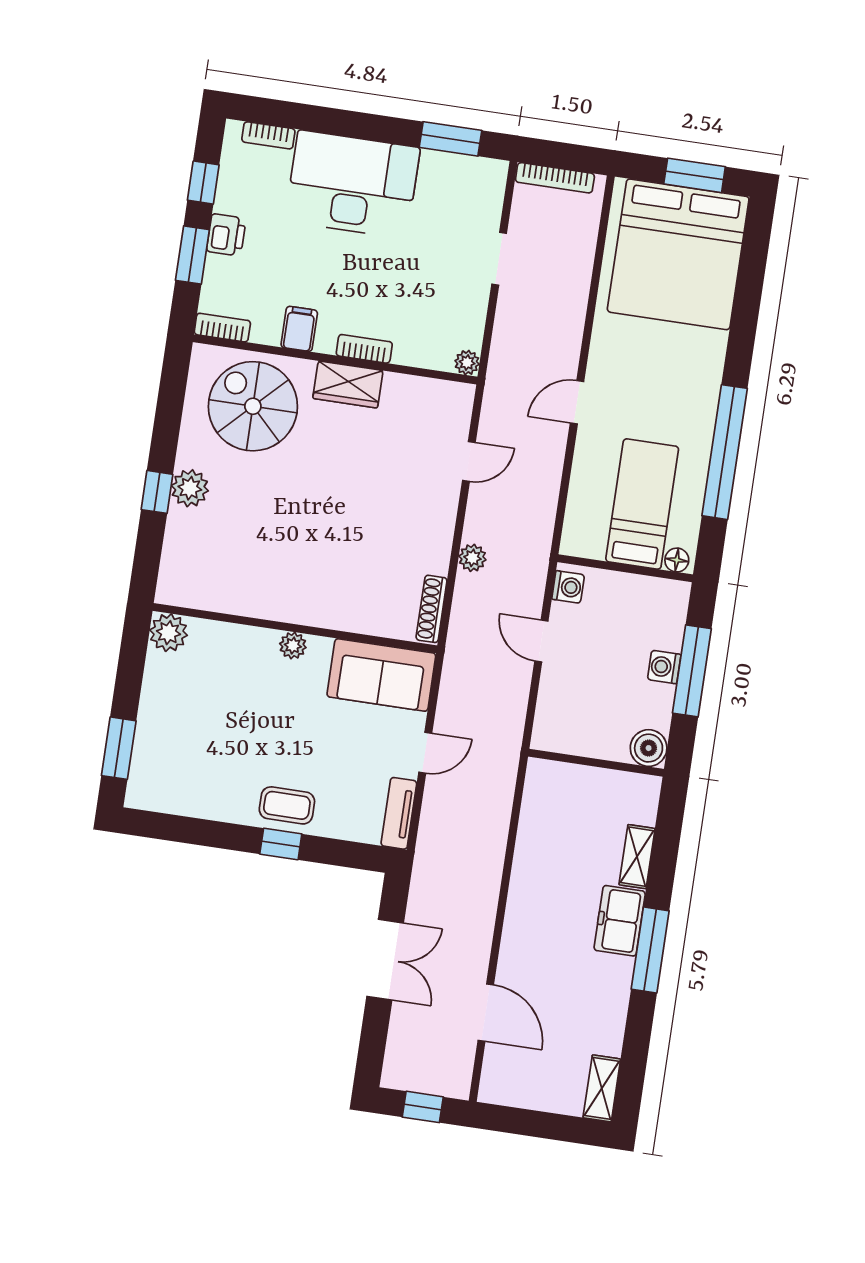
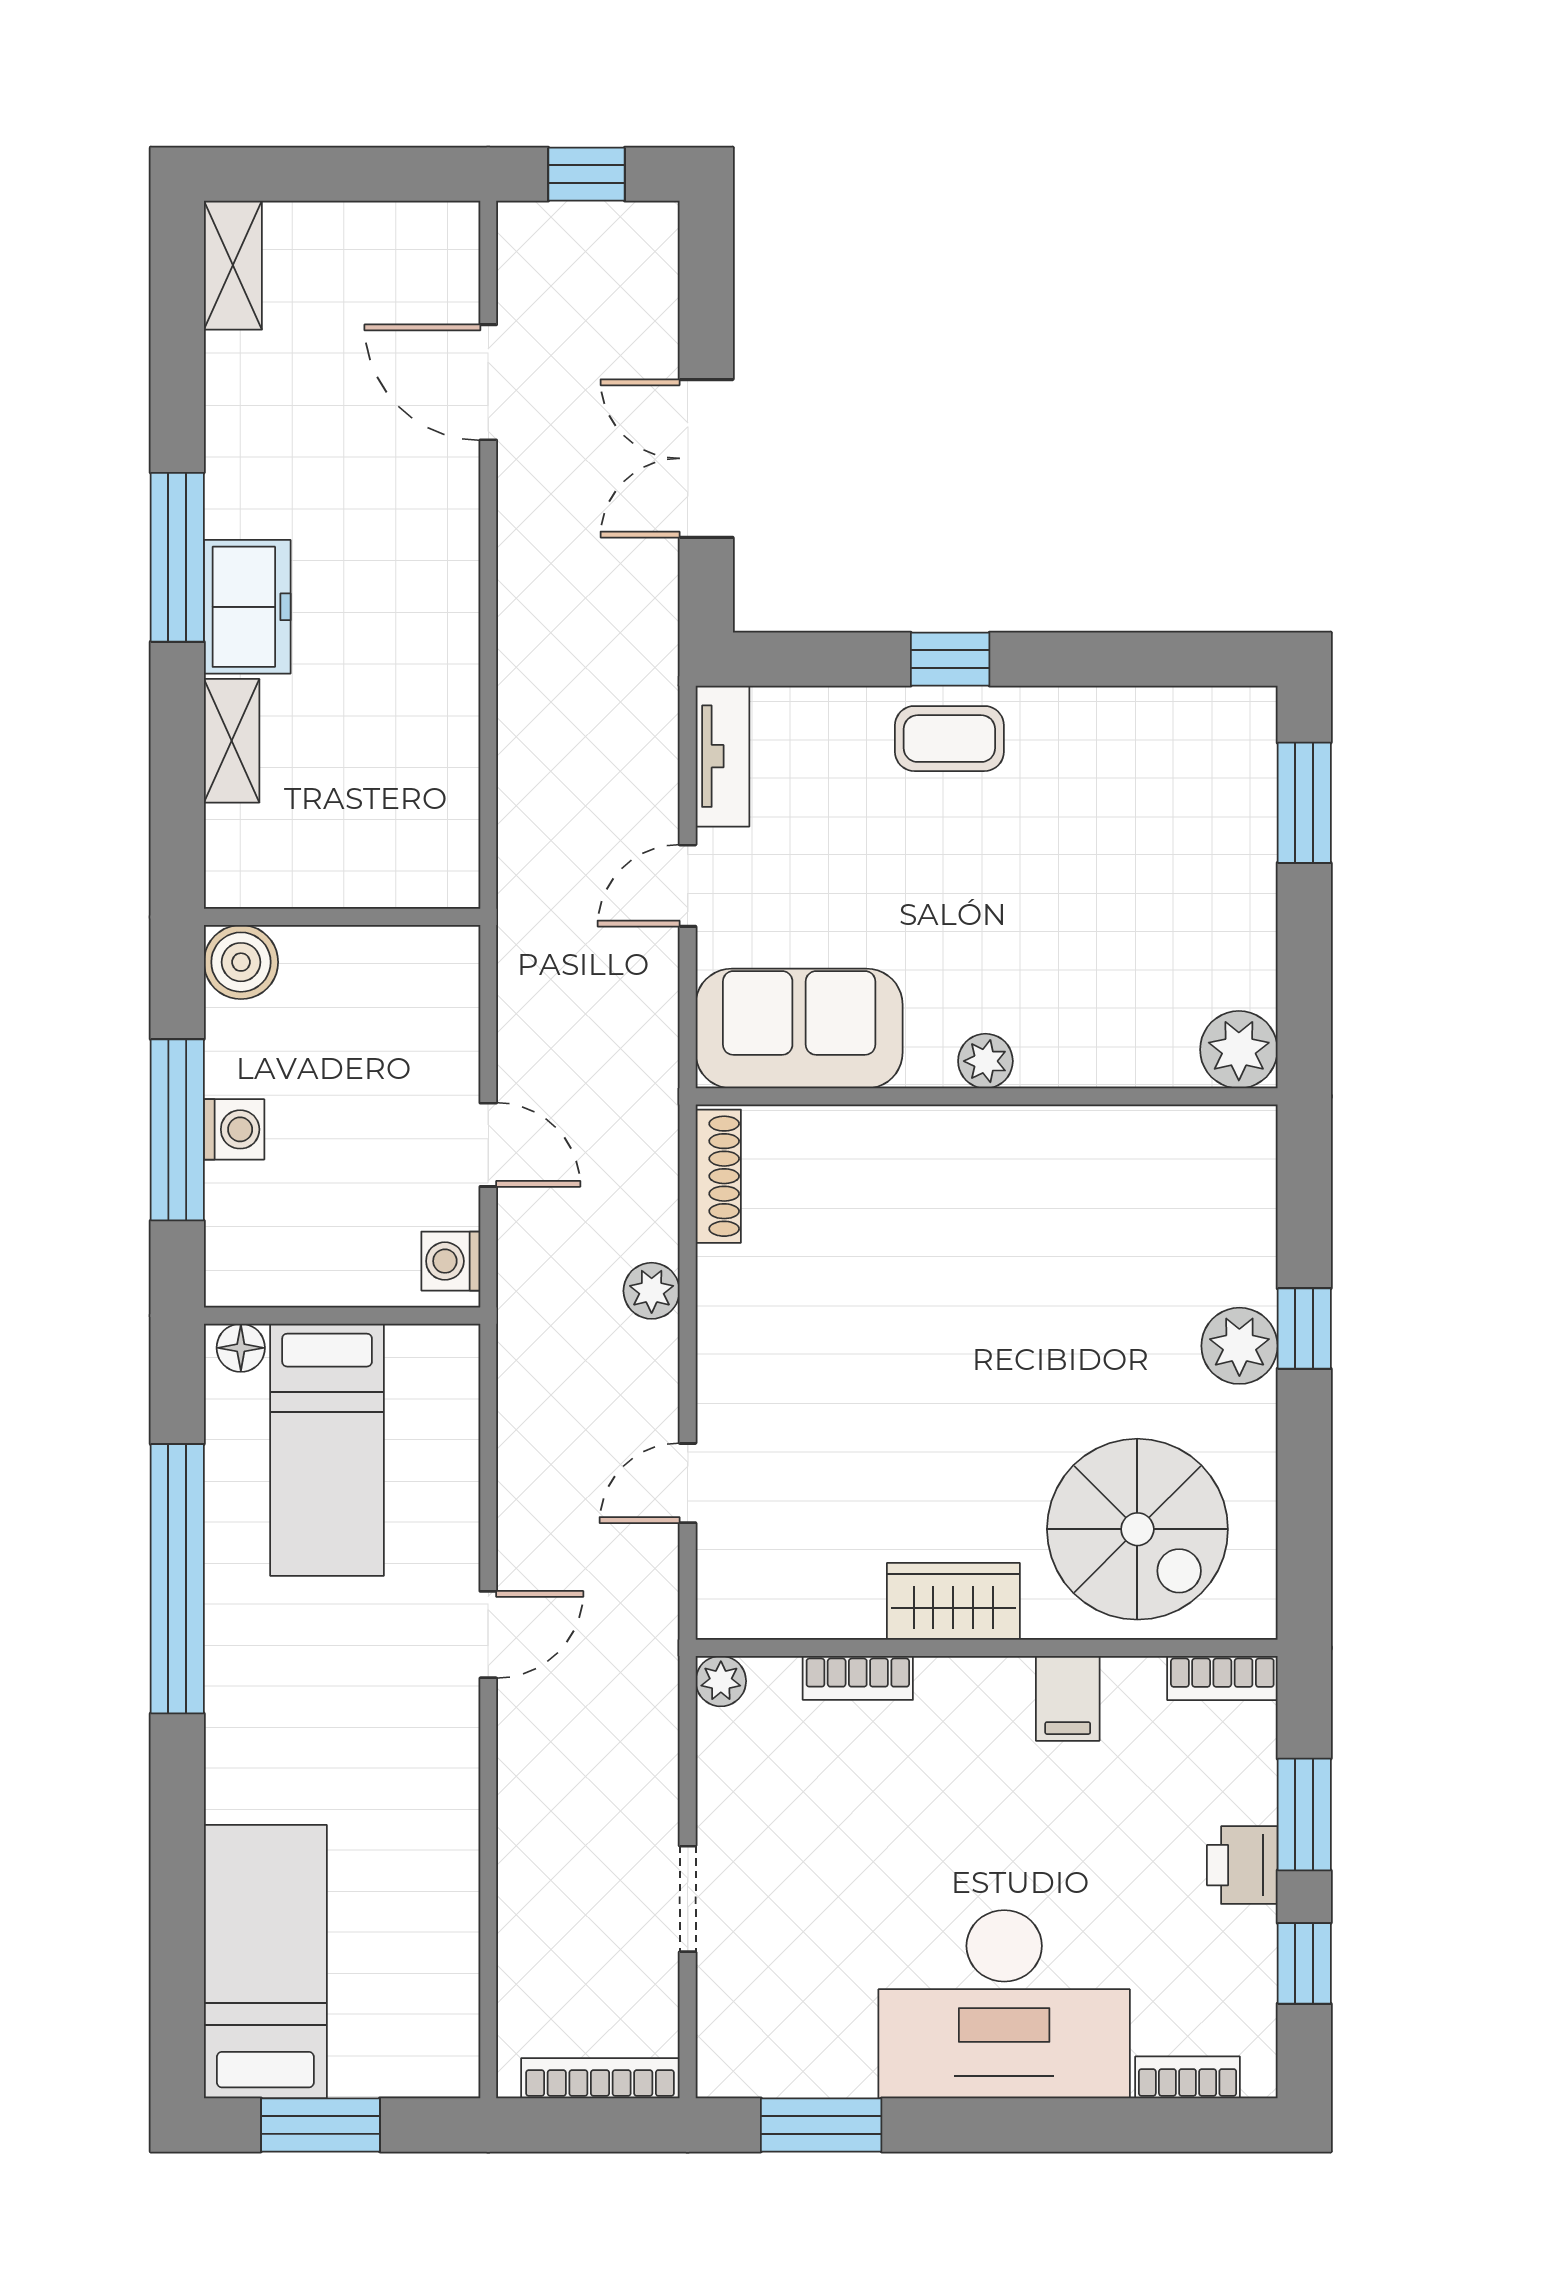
bed: (678, 254) -> (265, 1962), width x0.49
bookcase: (364, 349) -> (858, 1678), moved

